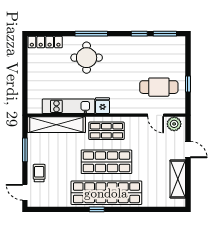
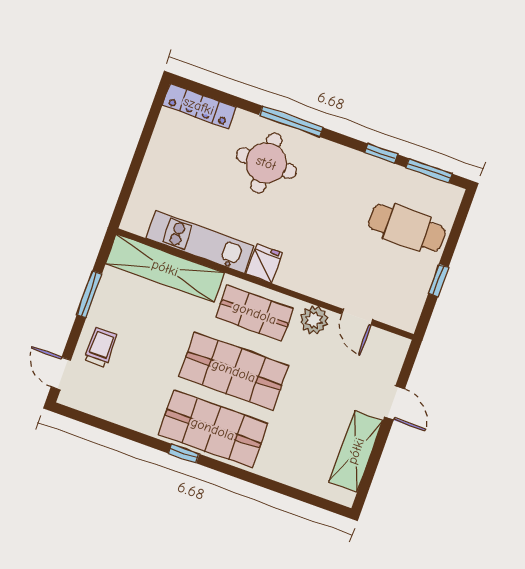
cafe table: (159, 87) -> (407, 228), moved
plant: (174, 124) -> (314, 320), moved
shop shelf: (106, 193) -> (213, 429), width x0.71

